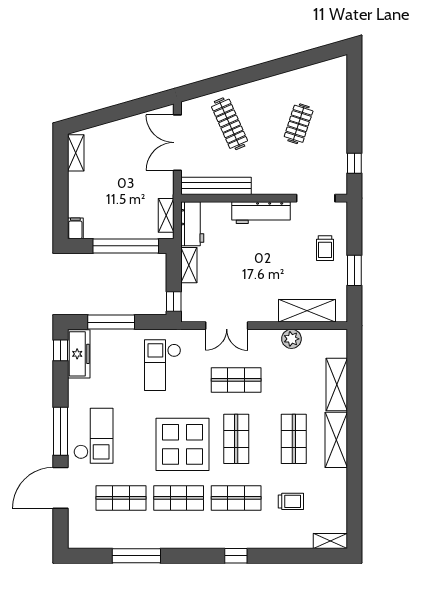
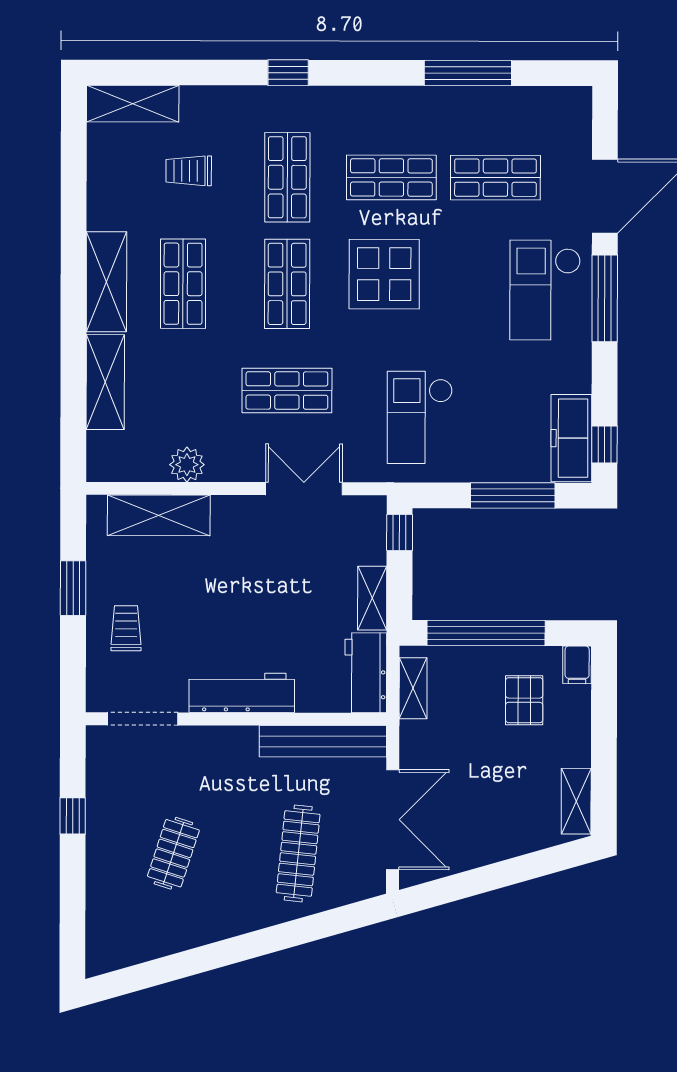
clothes rail: (230, 124) -> (298, 853), turned 30
window: (354, 163) -> (73, 816), moved
pallet: (105, 209) -> (524, 700), added
checkout: (163, 365) -> (420, 417), turned 180
display table: (182, 444) -> (384, 274), width x0.73, depth x0.73
shop shelf: (236, 498) -> (287, 177), turned 90
shelving: (330, 541) -> (133, 104), width x1.50, depth x1.33

